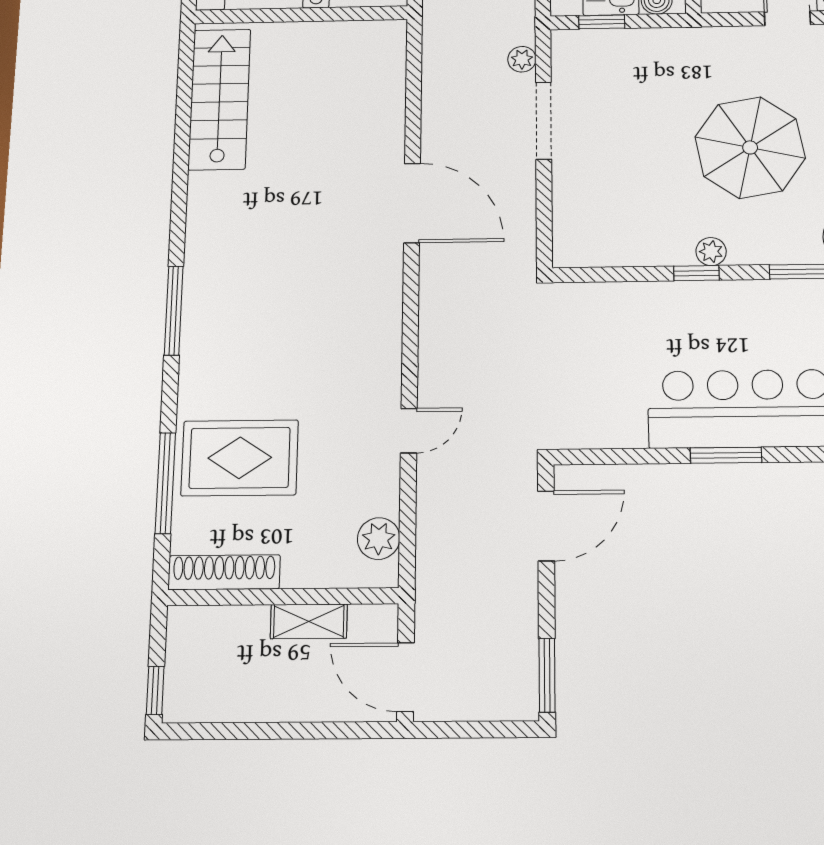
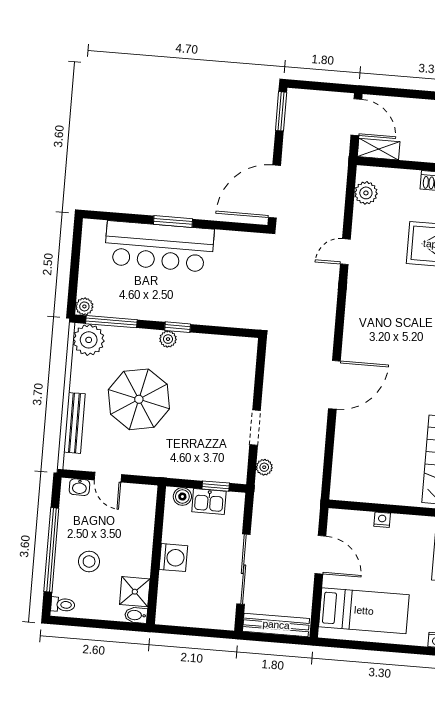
doorway: (544, 121) -> (255, 428), width x0.73
door: (412, 203) -> (334, 385), swing flipped
door: (546, 526) -> (274, 192), width x1.36
shelving: (309, 621) -> (379, 149), moved

